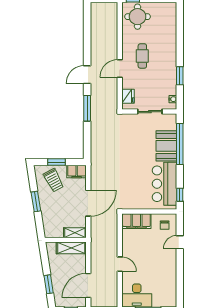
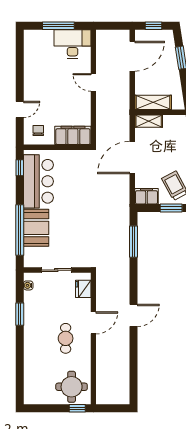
window: (87, 108) -> (133, 242), moved

